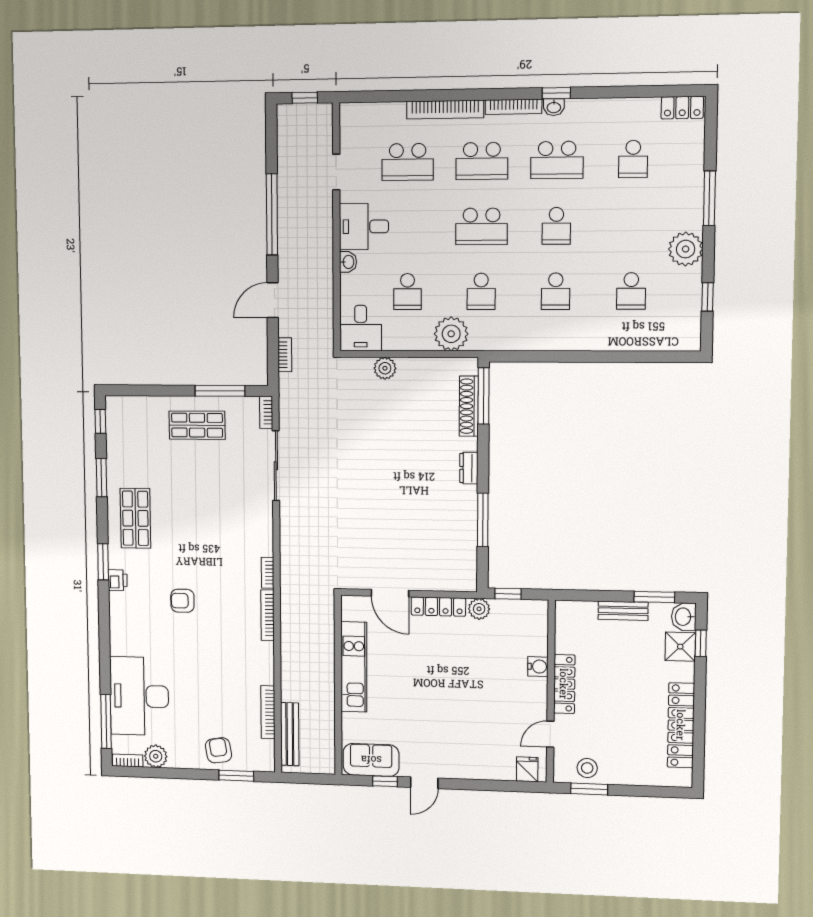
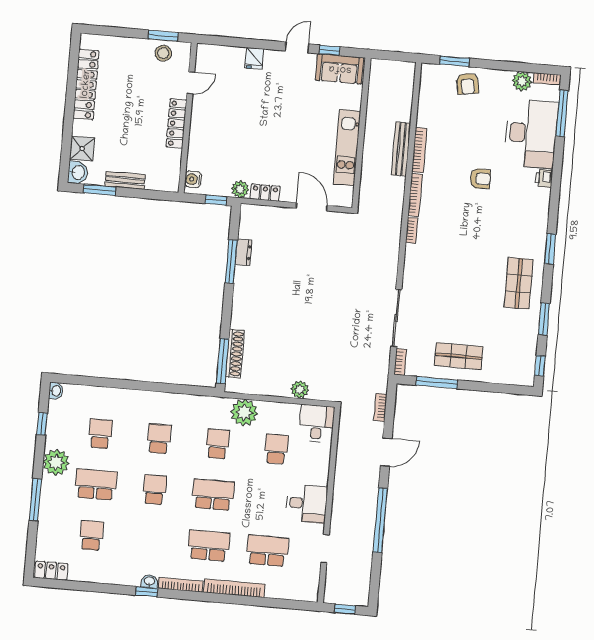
school desk: (557, 160) -> (96, 484), moved
washbasin: (348, 262) -> (56, 391), moved, turned 180
dresser: (469, 468) -> (244, 252), moved
printer: (118, 580) -> (544, 178), moved
armchair: (182, 601) -> (480, 179), moved
locker: (438, 607) -> (265, 193), width x0.66
window: (701, 643) -> (66, 150), removed
water cooler: (538, 667) -> (193, 179), moved
bookcase: (268, 712) -> (419, 150), moved
bench: (290, 734) -> (401, 149), moved
fridge: (527, 769) -> (254, 58), moved

